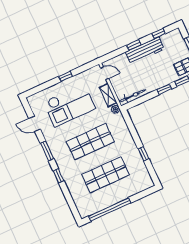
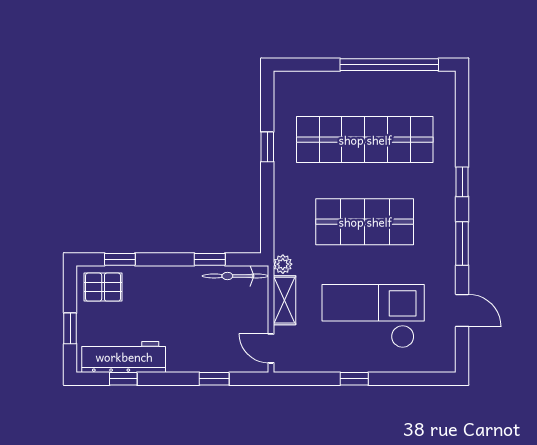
window: (134, 45) -> (214, 379), moved
workbench: (145, 51) -> (124, 357), moved
window: (164, 89) -> (210, 259), moved
shop shelf: (106, 175) -> (365, 140), width x1.40

